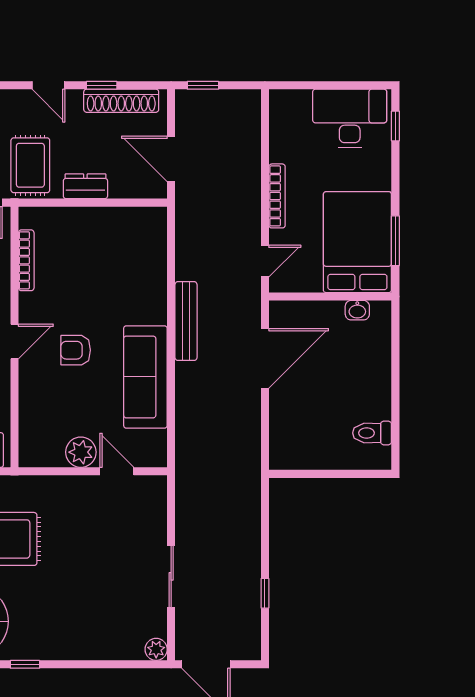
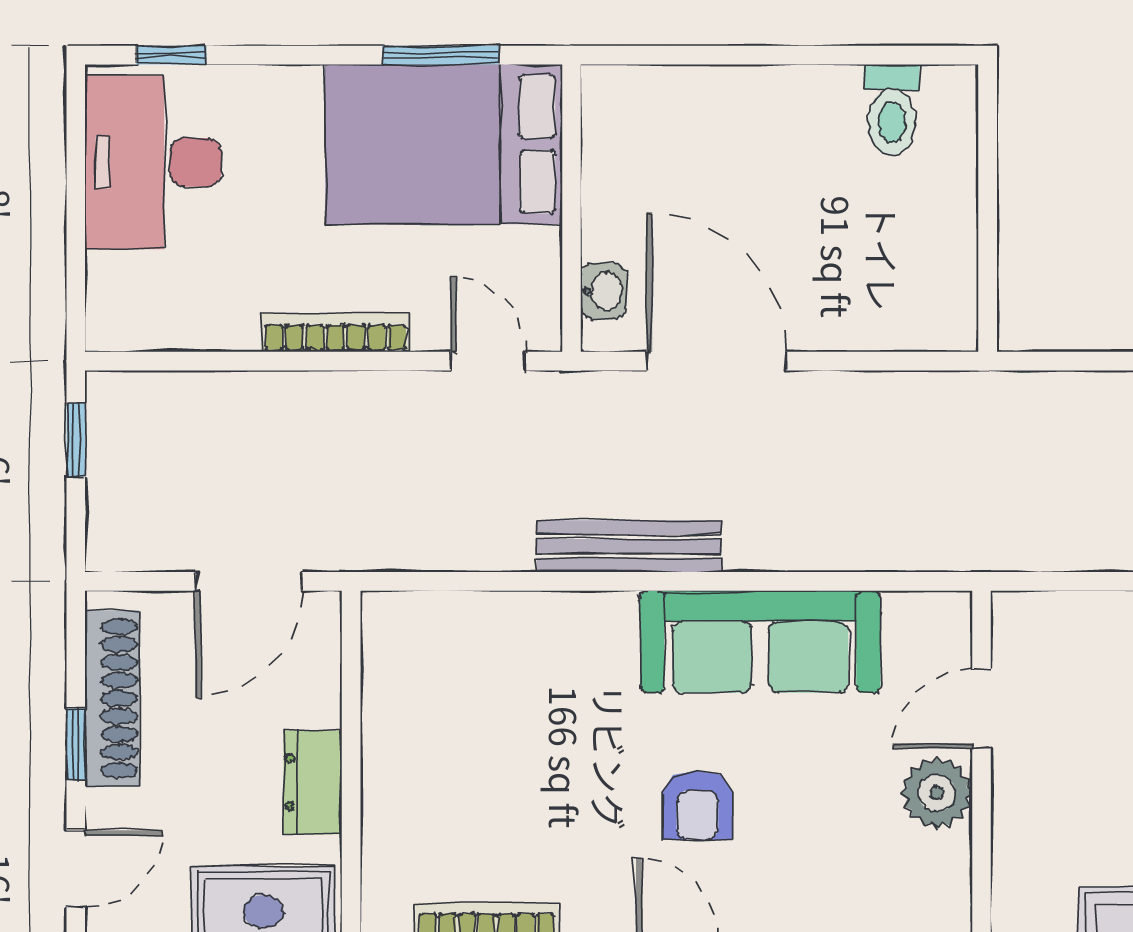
window: (203, 85) -> (76, 440), moved
washbasin: (357, 310) -> (603, 291), moved

